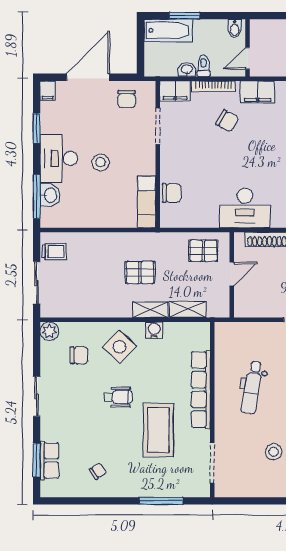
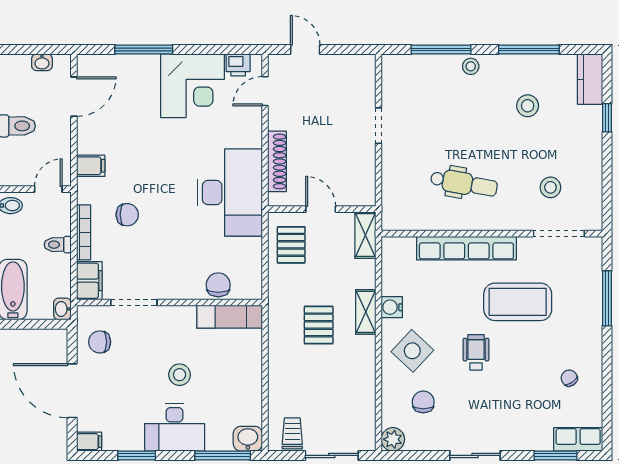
door: (248, 58) -> (48, 189), swing flipped
washbasin: (187, 70) -> (62, 309), moved
filing cabinet: (258, 92) -> (91, 166), width x0.50
chair: (127, 99) -> (100, 342), turned 180
chair: (227, 121) -> (127, 215), turned 61
washbasin: (50, 195) -> (248, 439), moved
desk: (245, 208) -> (230, 193), width x1.36, depth x1.30
shelving: (188, 309) -> (365, 235), moved
stool: (274, 452) -> (550, 187), moved
row of seats: (49, 461) -> (578, 439), moved

